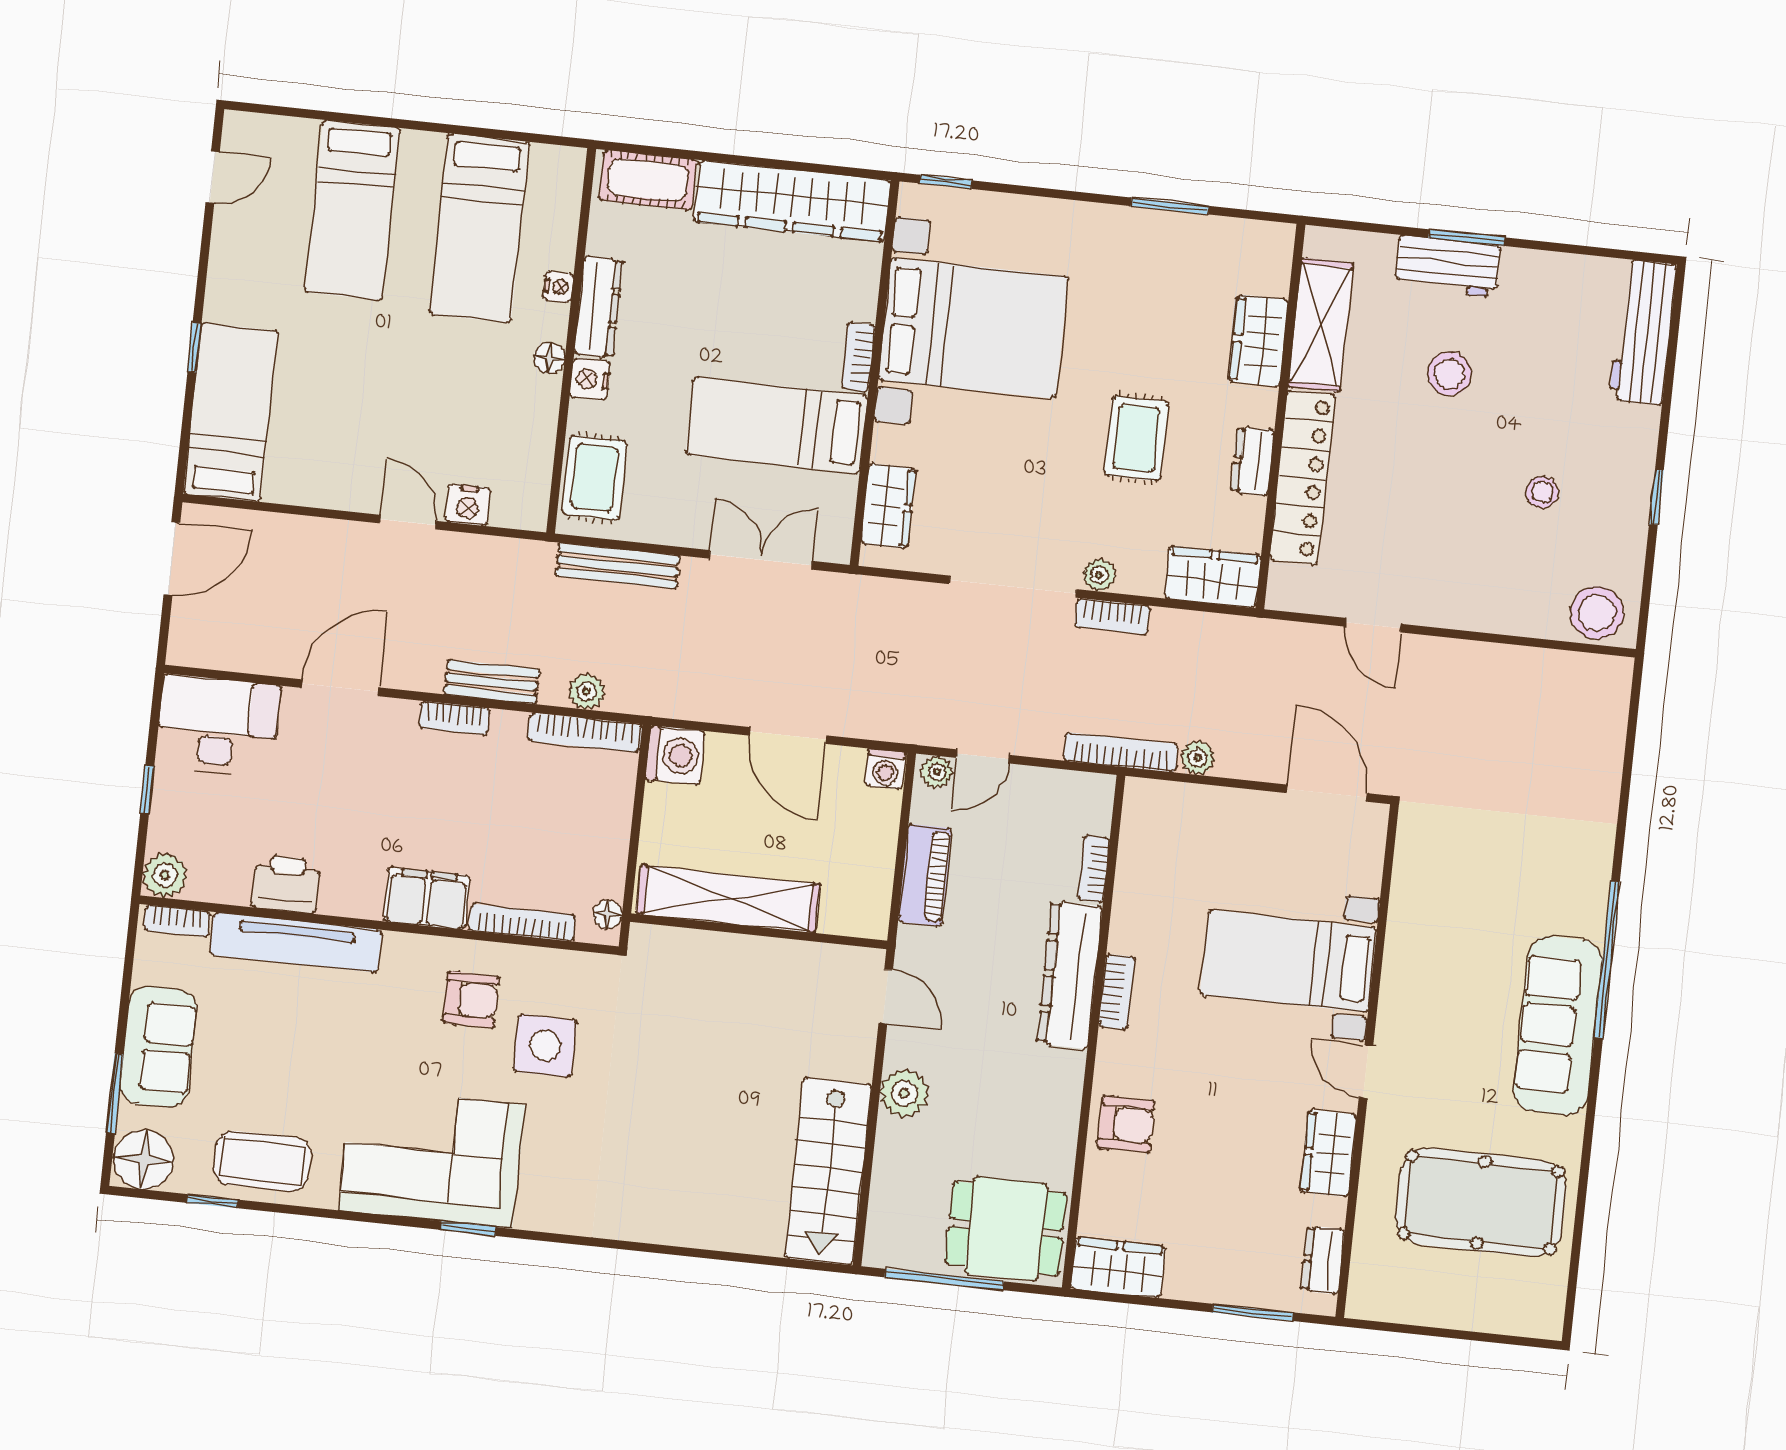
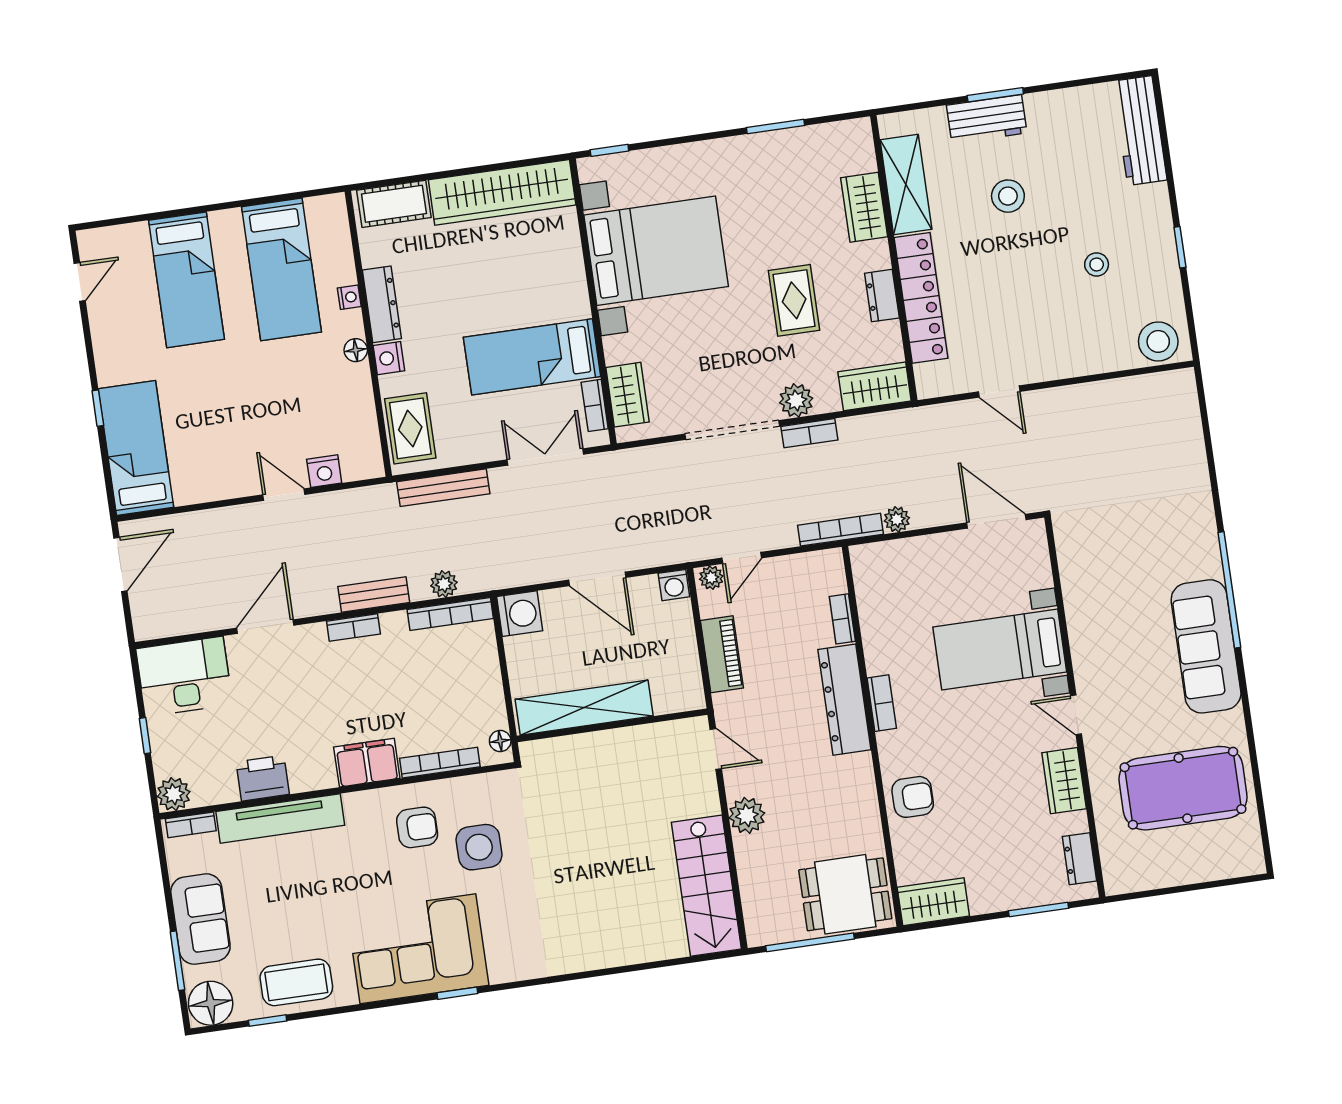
bookcase: (858, 357) -> (595, 405), moved
plant: (1099, 575) -> (796, 400), width x1.38, depth x1.38

